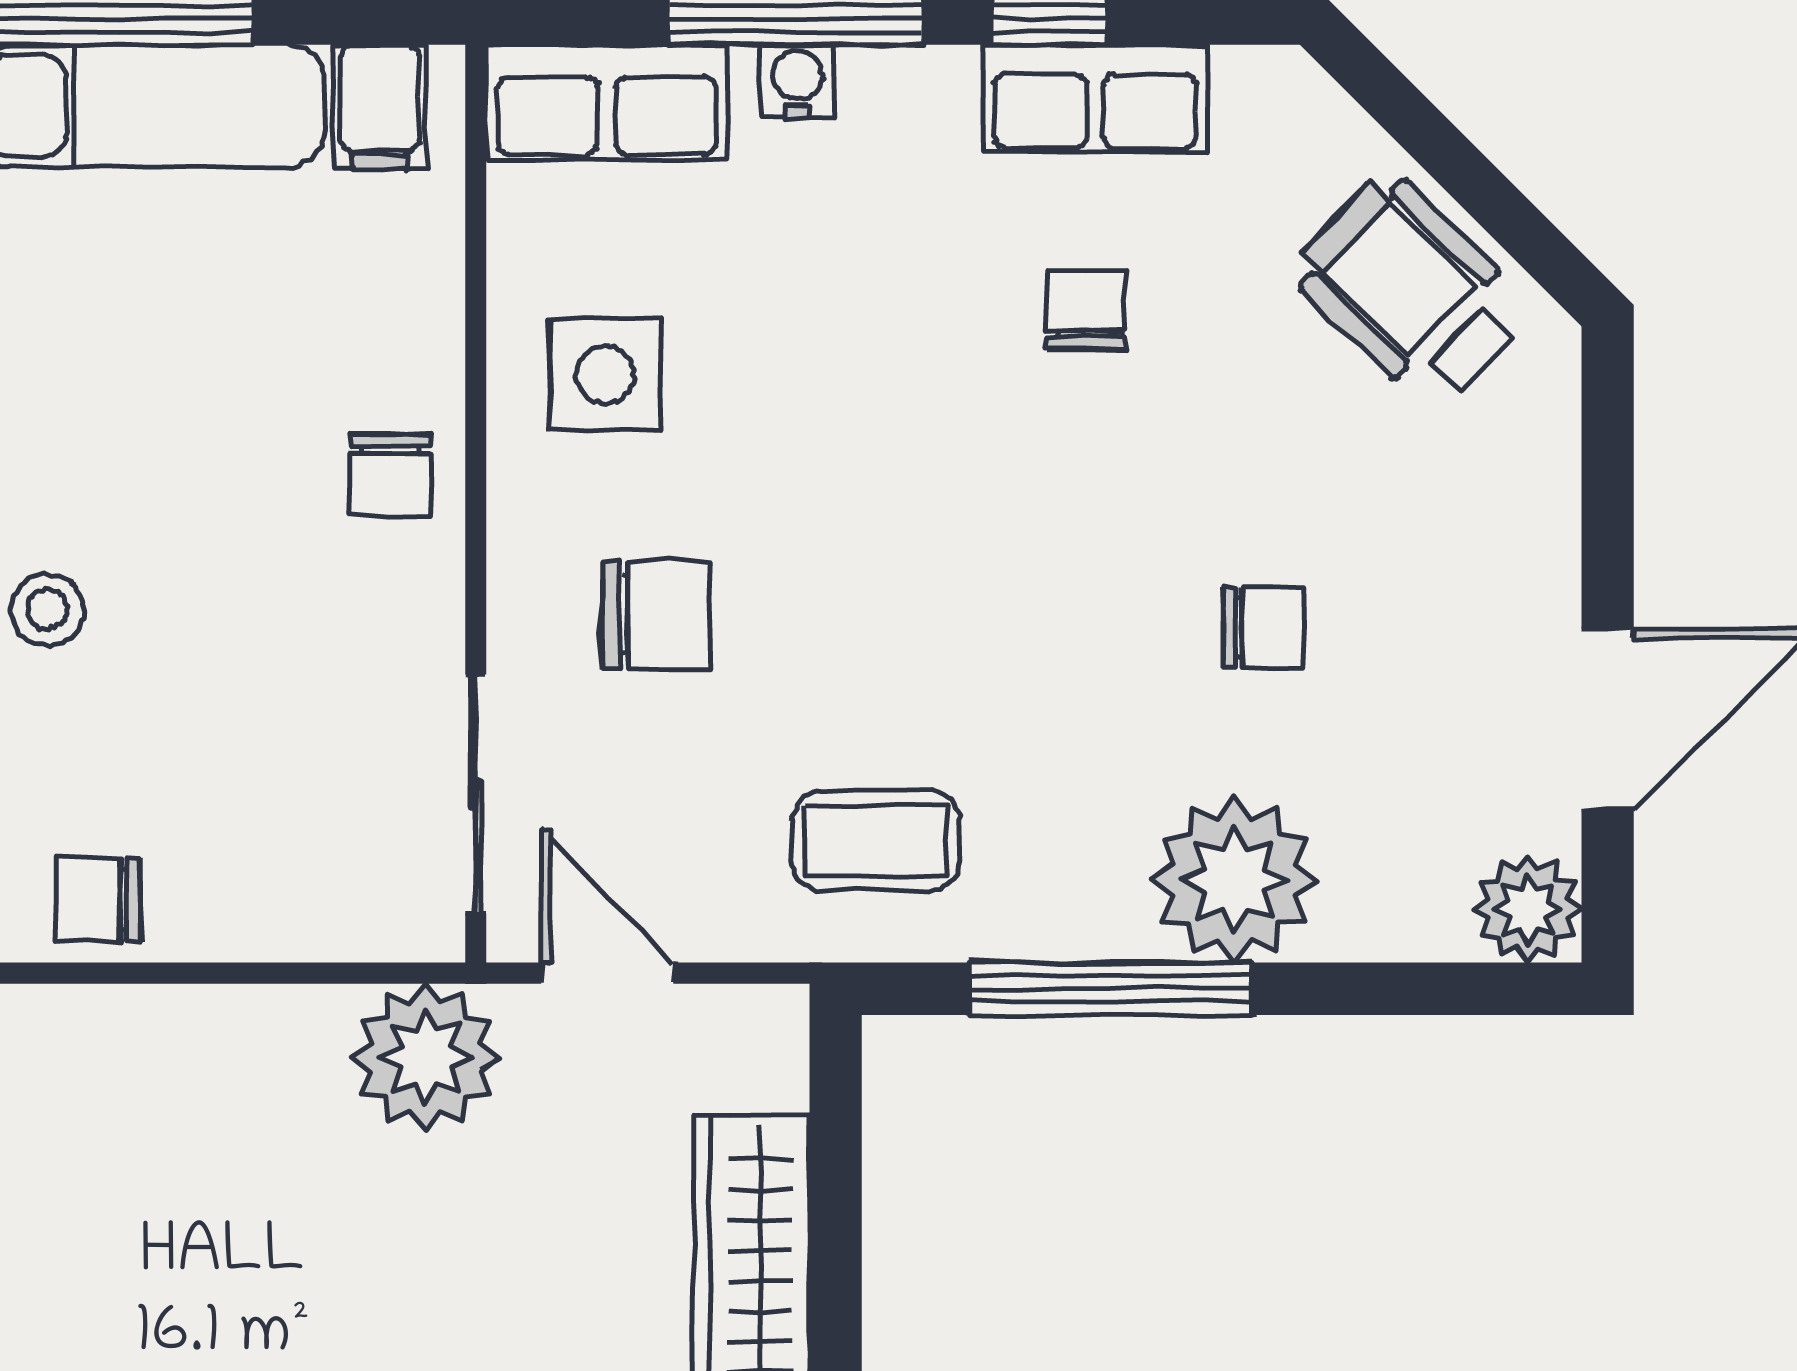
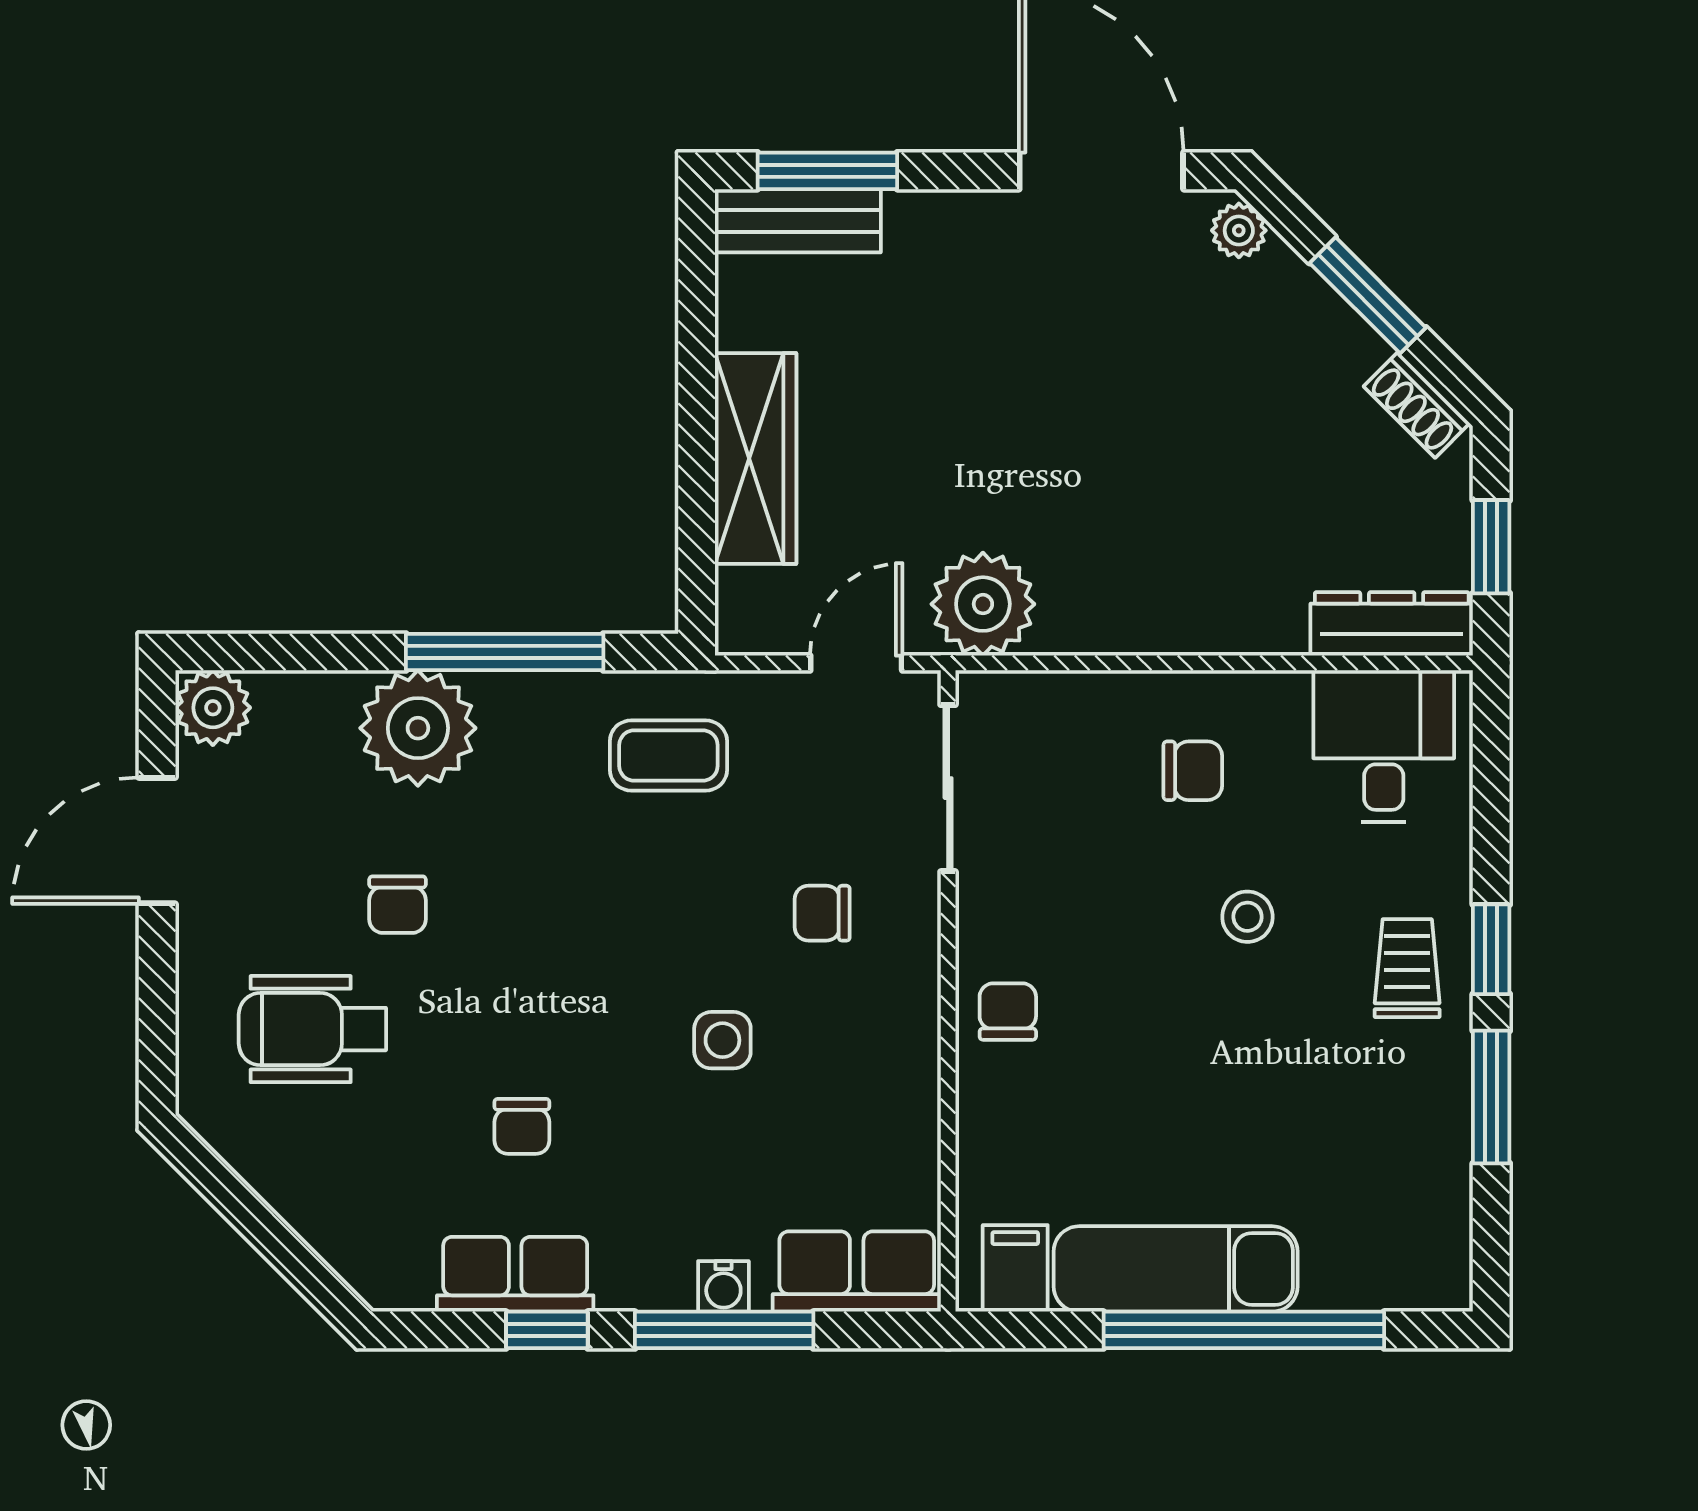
wheelchair: (1411, 291) -> (312, 1029), moved, turned 136
side table: (606, 375) -> (722, 1040), moved, width x0.73, depth x0.73
chair: (656, 615) -> (822, 913), width x0.73, depth x0.73
chair: (1264, 627) -> (398, 905), turned -90
chair: (98, 900) -> (1193, 771), moved
door: (607, 973) -> (856, 663), swing flipped

